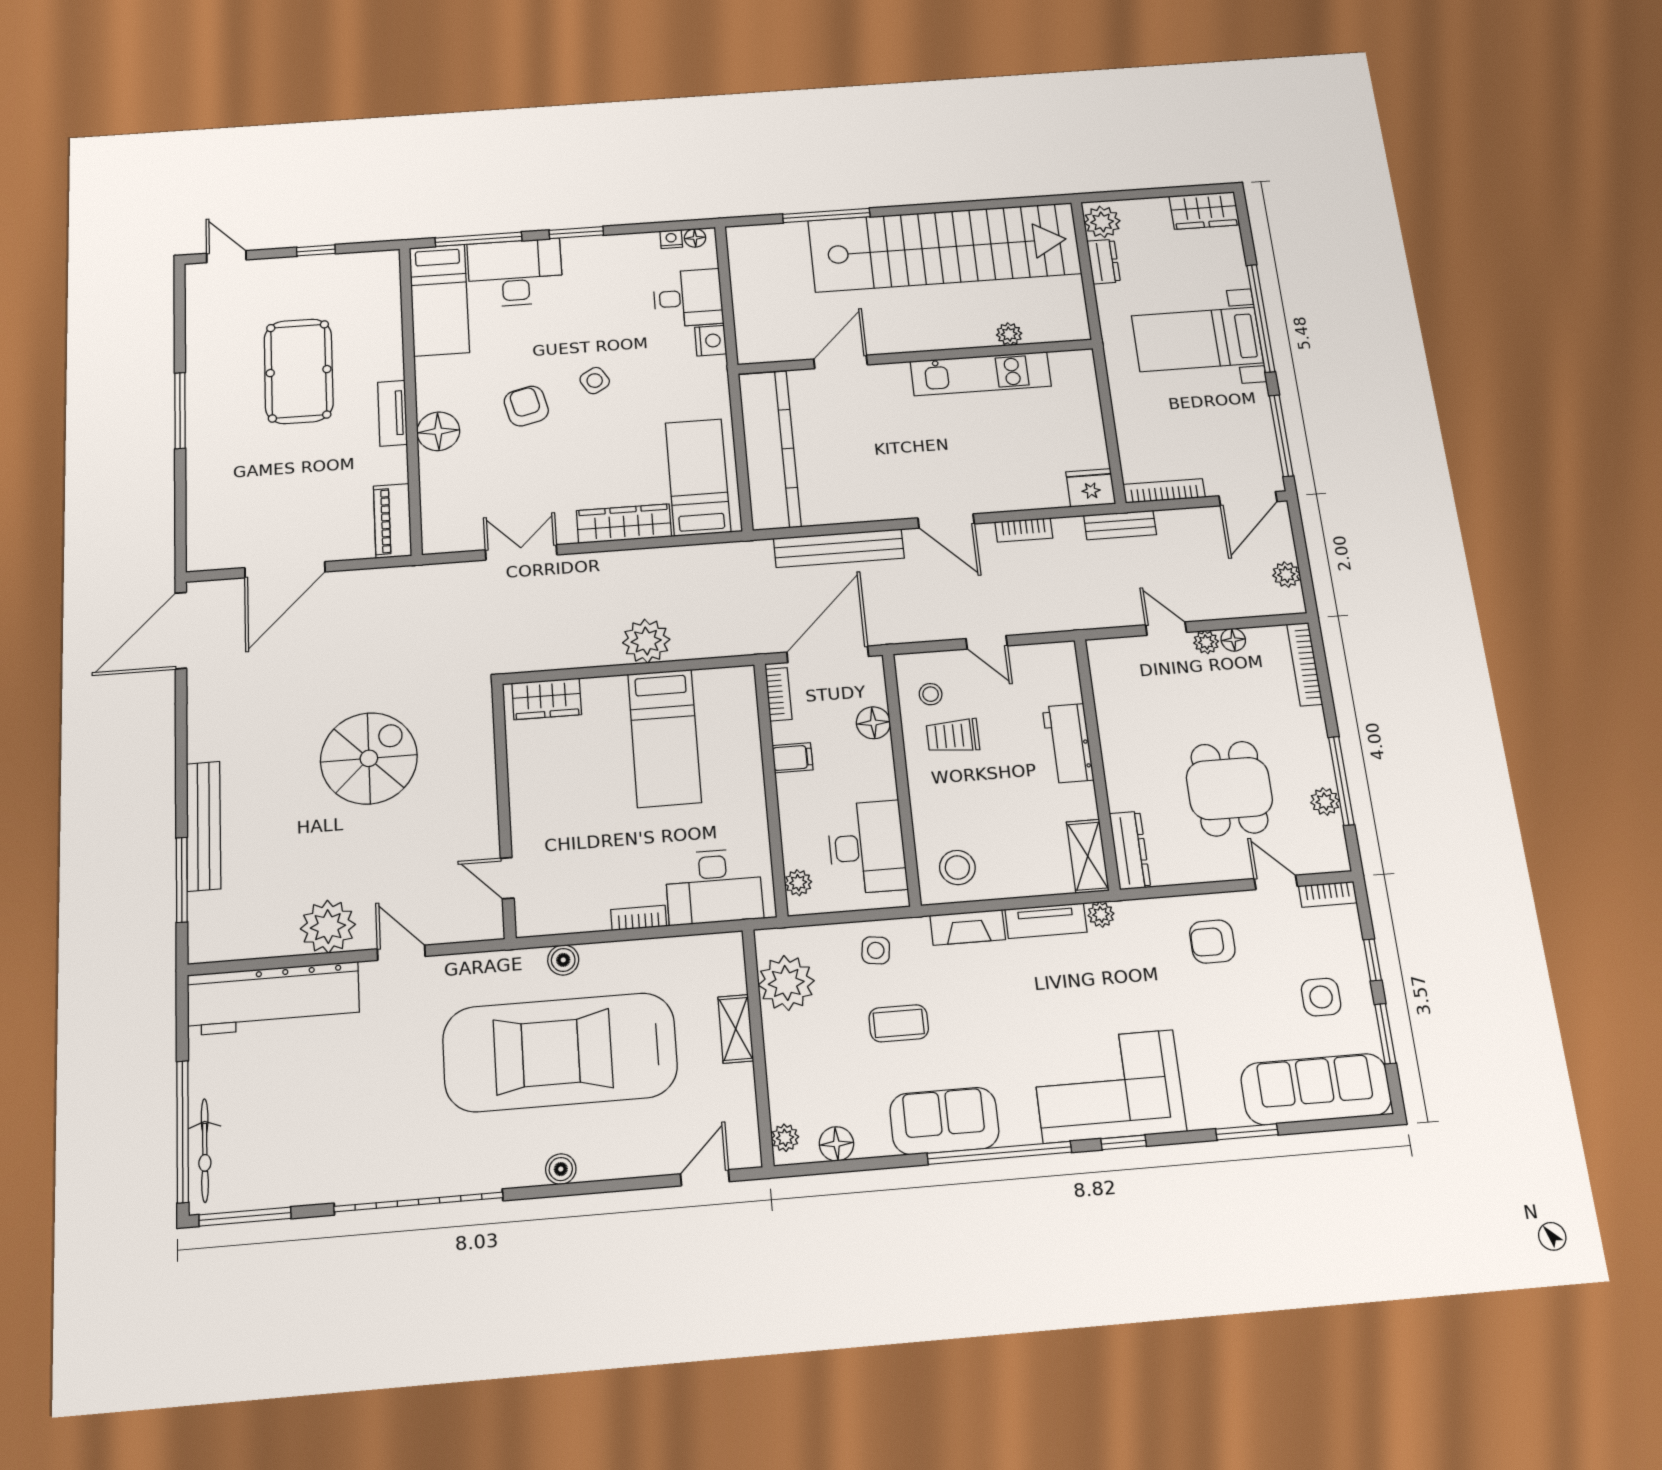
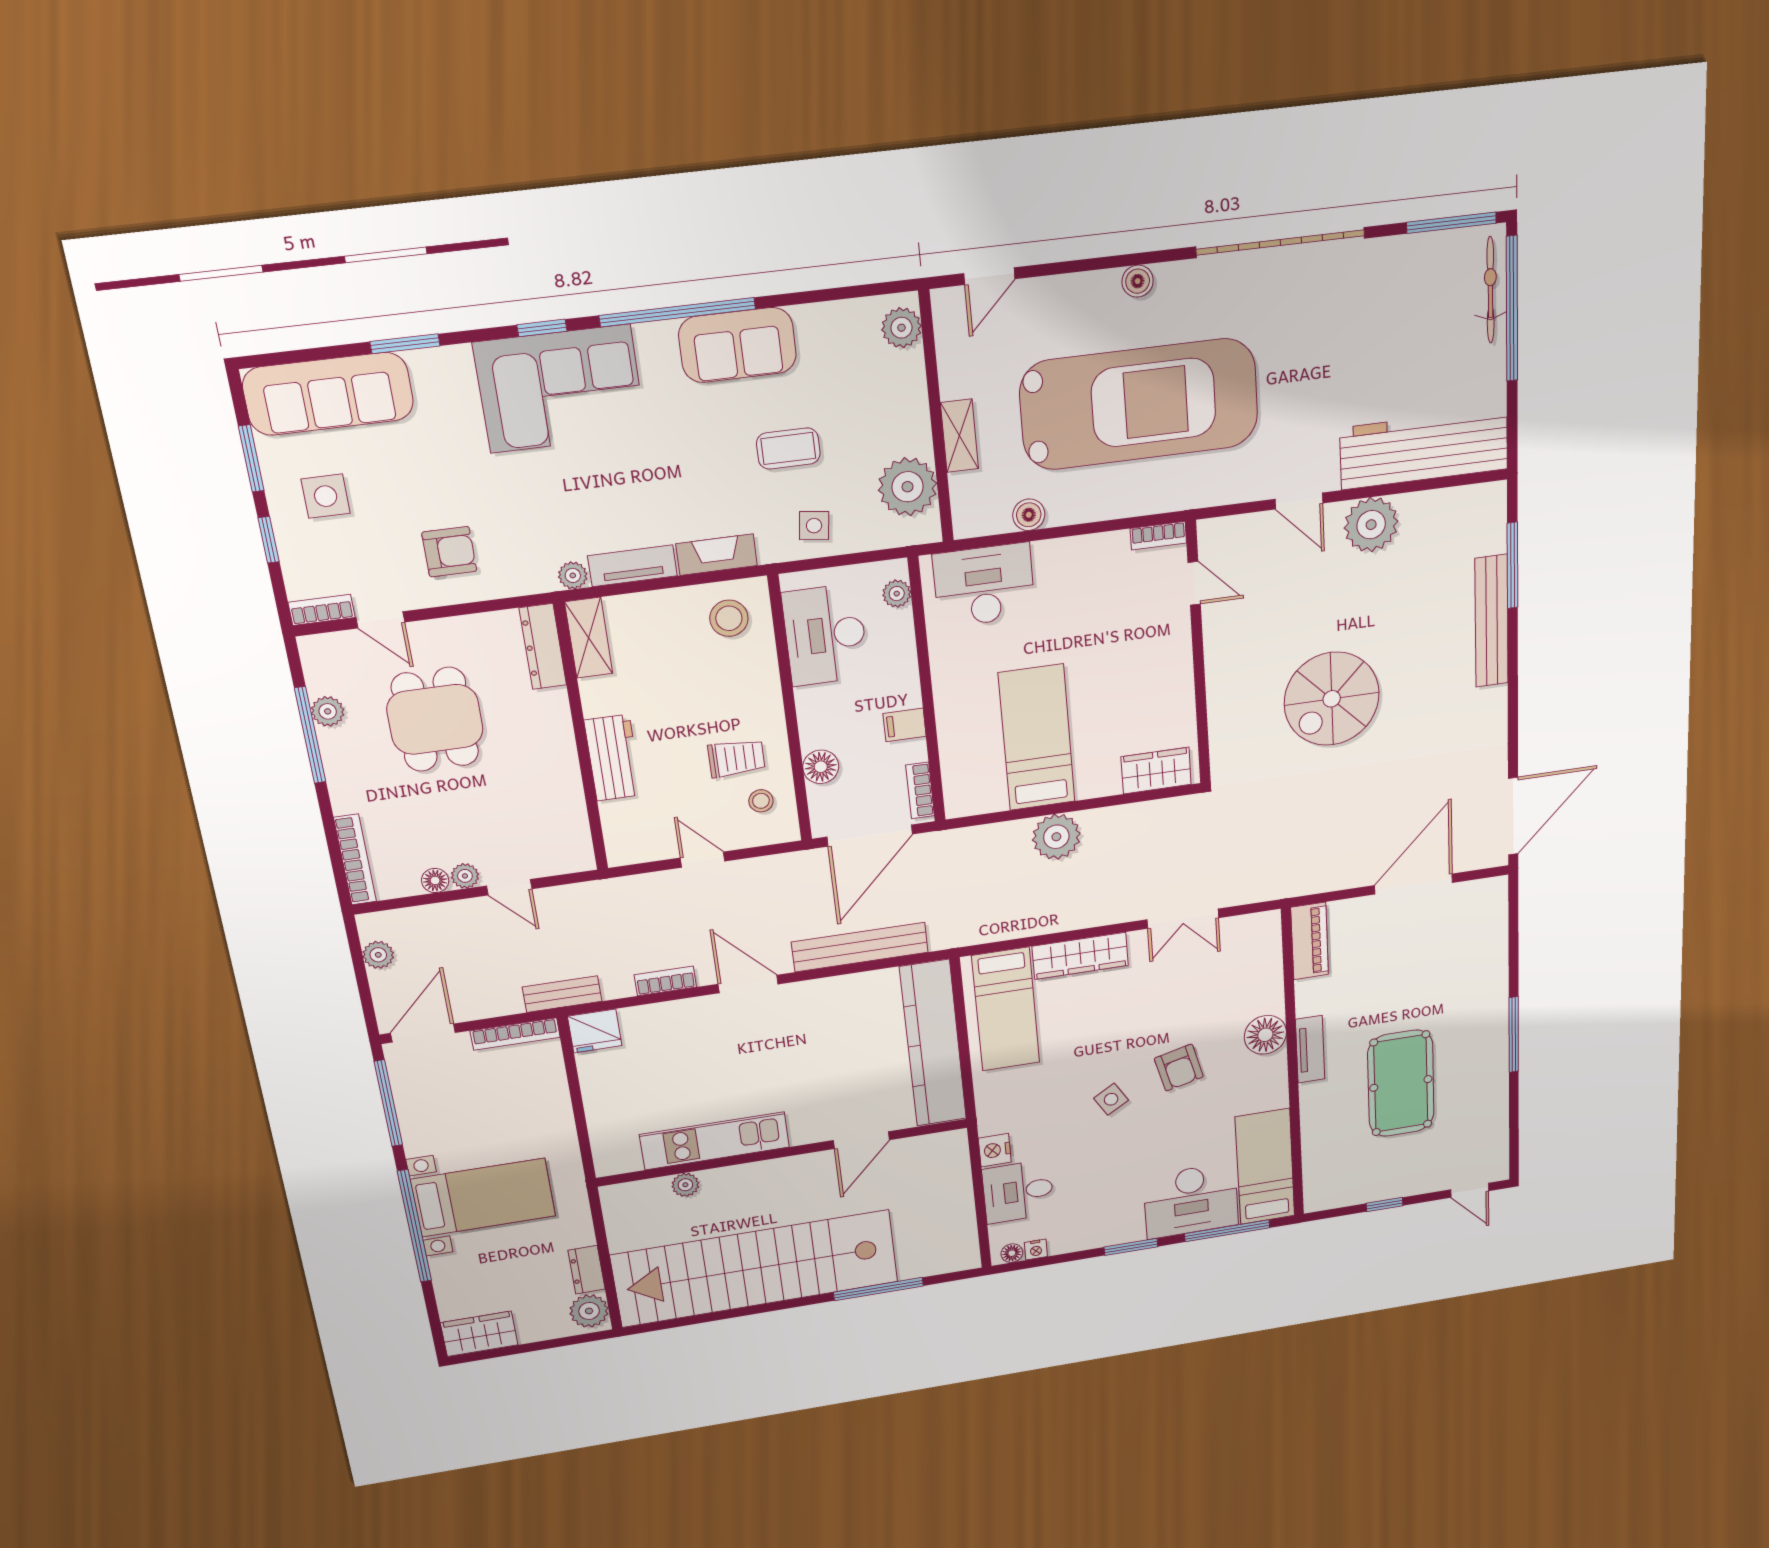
bookcase: (639, 918) -> (1158, 536), moved
boiler: (563, 960) -> (1029, 515), moved
plant: (785, 1138) -> (901, 328), width x1.38, depth x1.38
floor lamp: (836, 1144) -> (852, 317), removed

